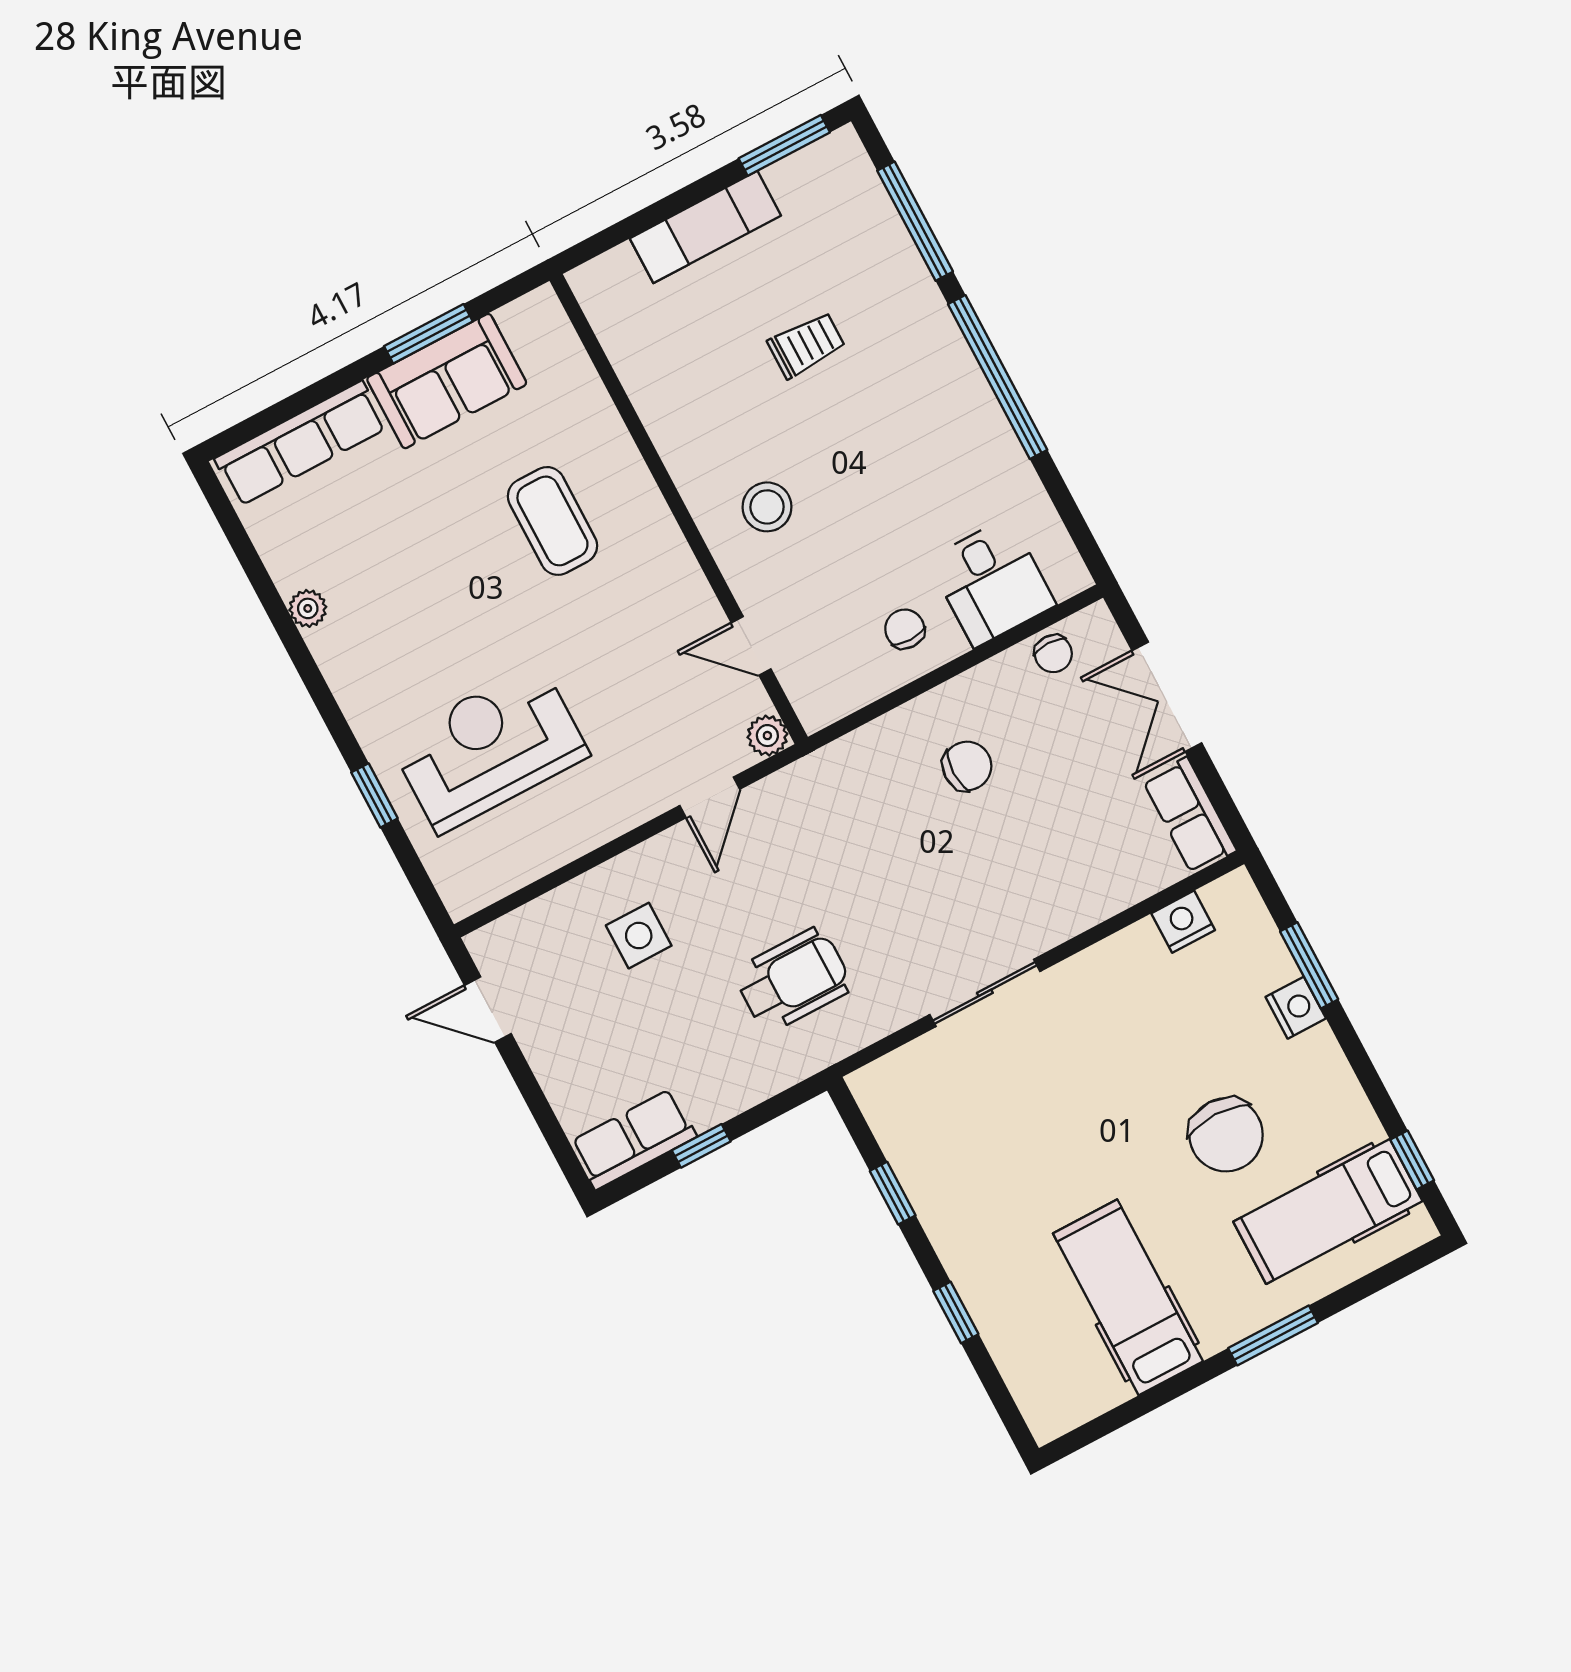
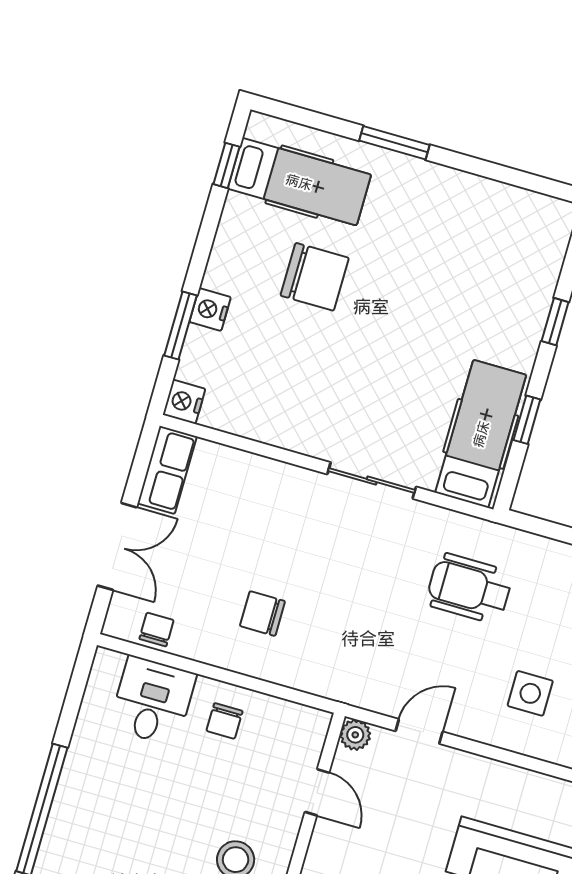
nightstand: (1183, 922) -> (184, 402), moved, turned 90
chair: (1226, 1135) -> (315, 277), turned 90
hospital bed: (1128, 1297) -> (481, 434), moved, turned 180

